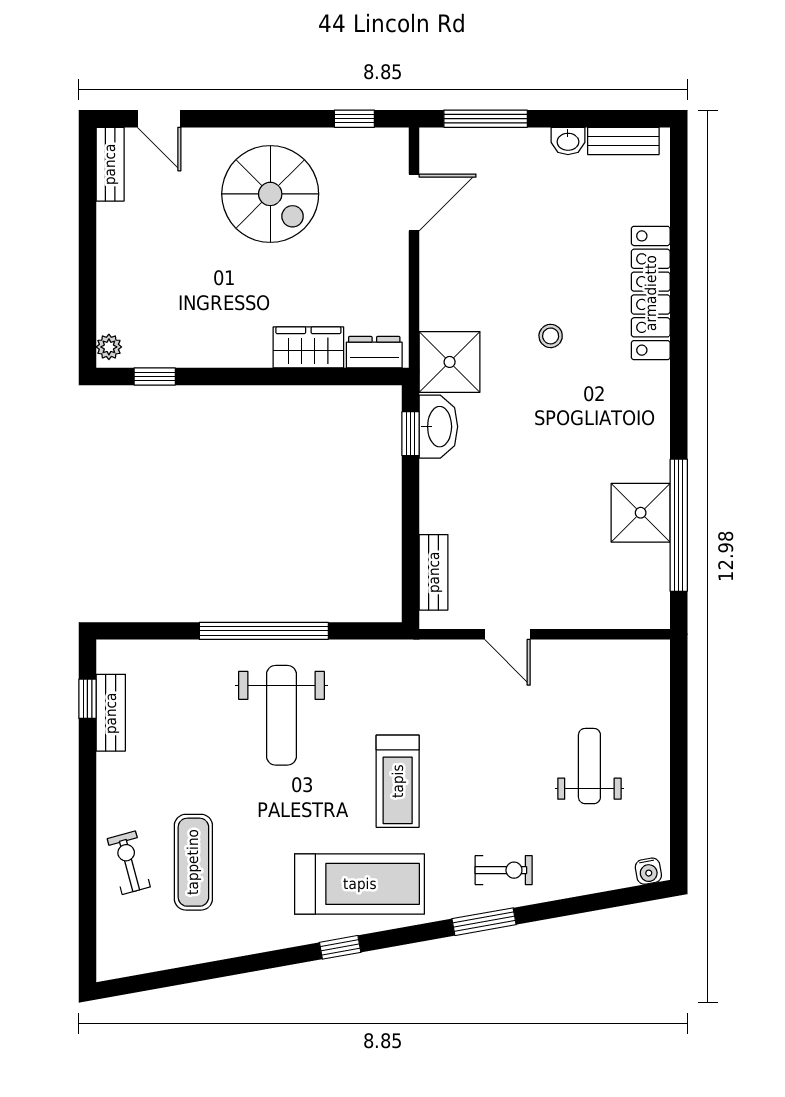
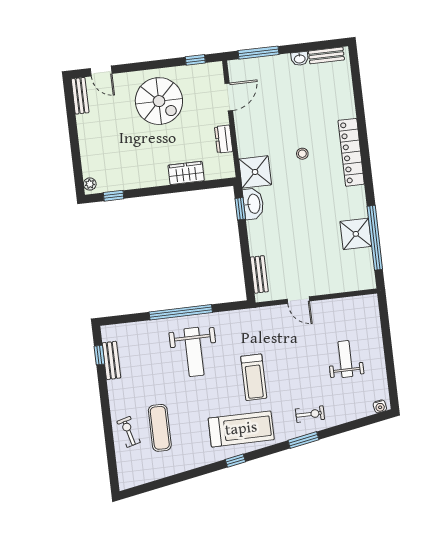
locker: (651, 293) -> (351, 152), moved
dresser: (374, 352) -> (224, 139), moved, turned -90

